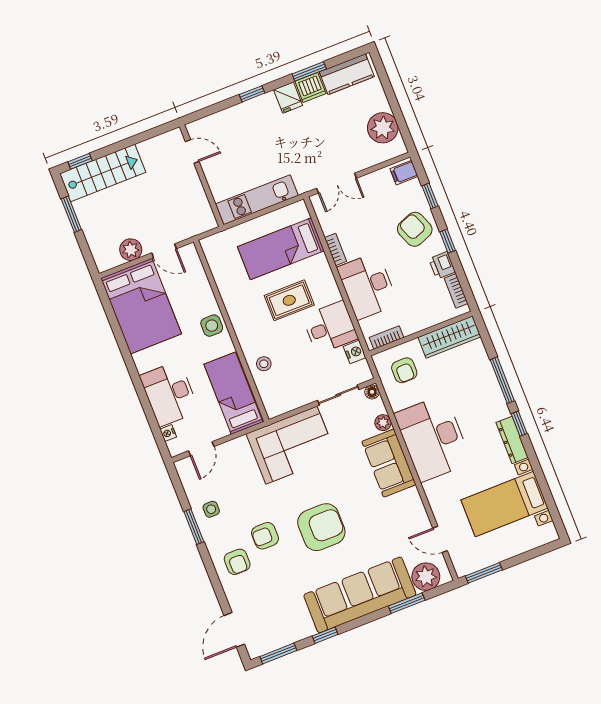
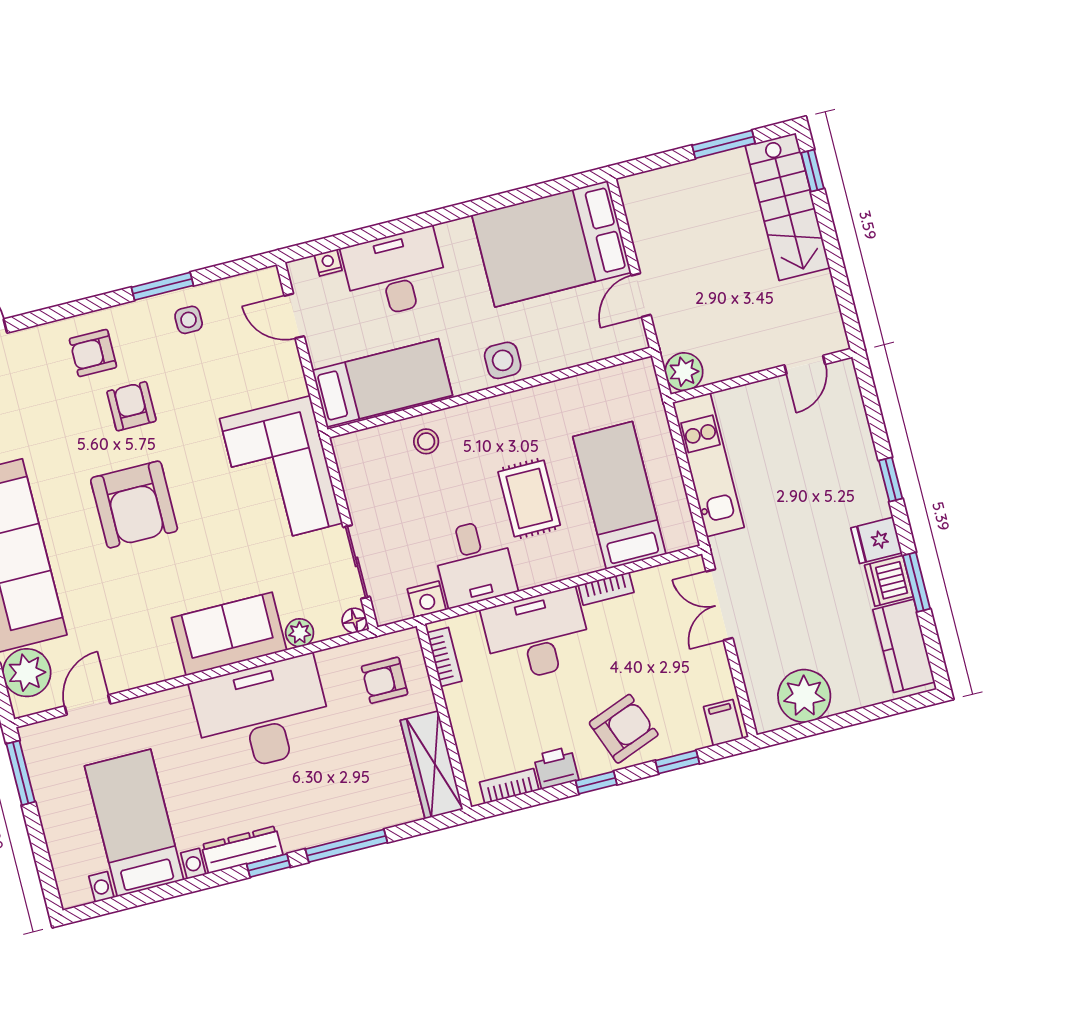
plant: (131, 250) -> (684, 372), moved

